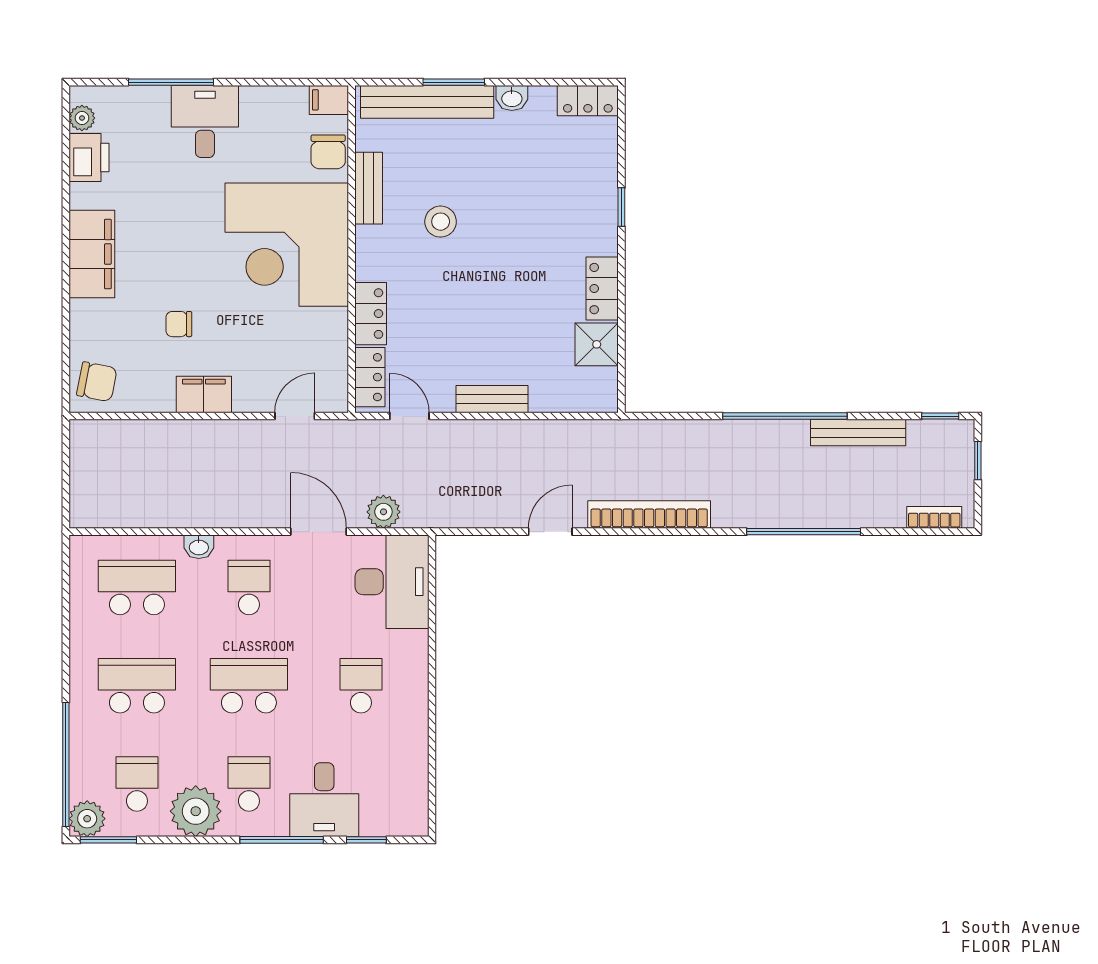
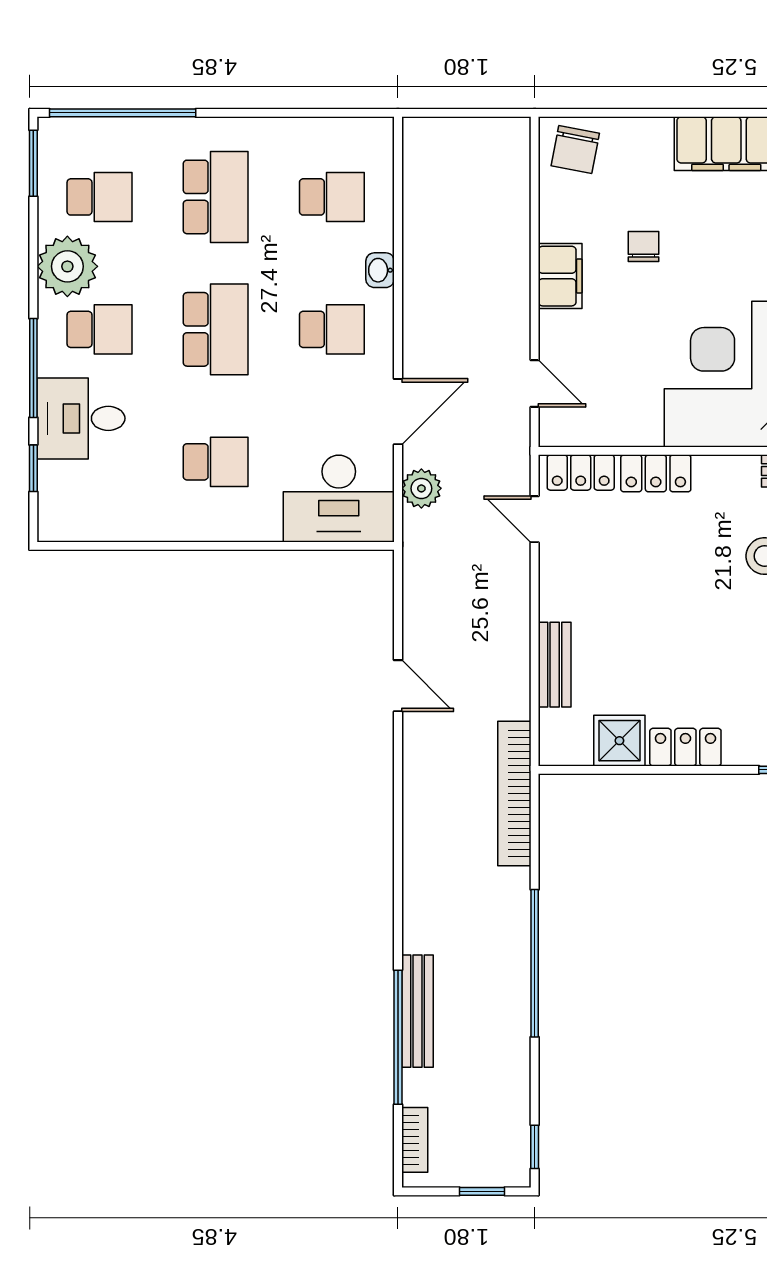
bench: (492, 399) -> (555, 665), moved
door: (409, 416) -> (535, 519), swing flipped
bench: (858, 433) -> (418, 1011), moved
bookcase: (649, 515) -> (514, 793), moved, turned 180
window: (804, 532) -> (398, 1037), moved
school desk: (137, 588) -> (332, 197), width x0.54
plant: (87, 819) -> (59, 138), removed

